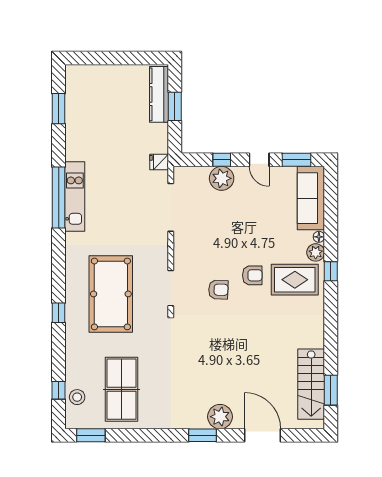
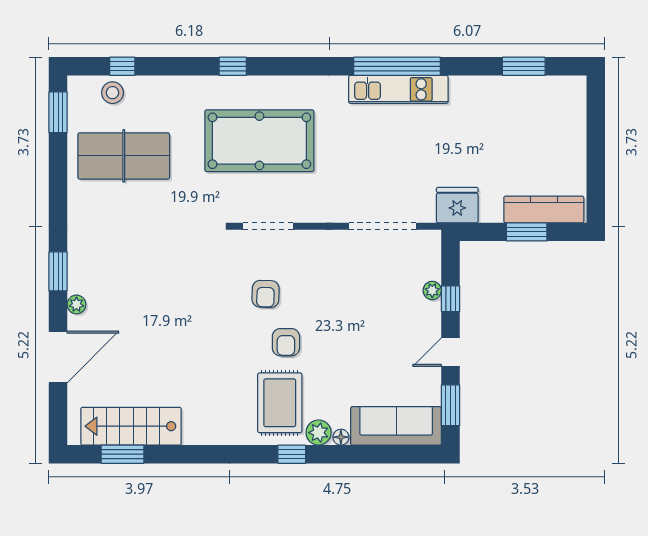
fridge: (159, 162) -> (457, 205), width x1.88, depth x1.34
plant: (222, 178) -> (432, 290), width x0.53, depth x0.53
plant: (220, 417) -> (76, 304), width x0.53, depth x0.53

